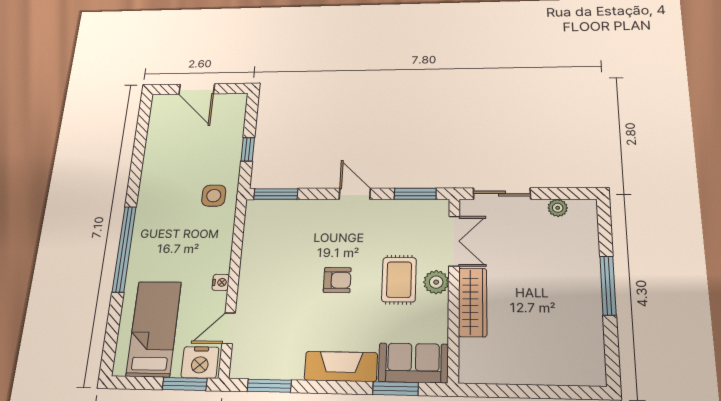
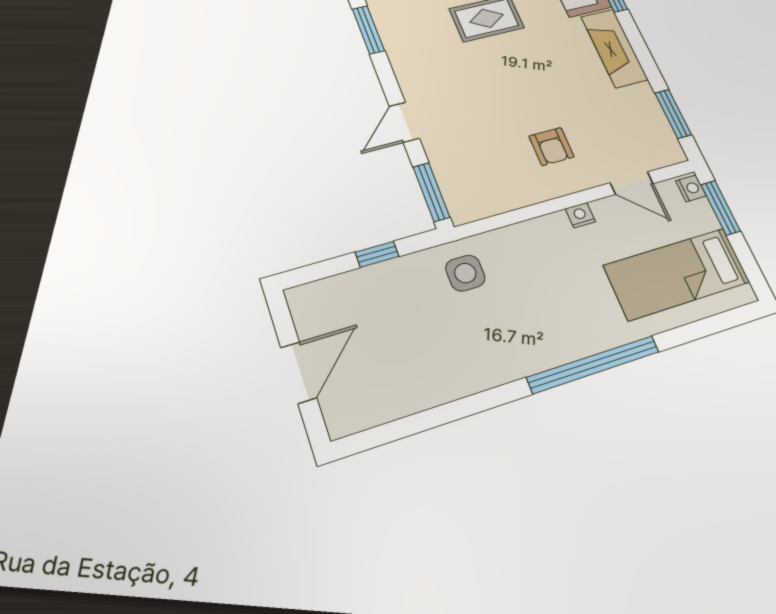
door: (355, 194) -> (404, 122), moved
armchair: (337, 280) -> (551, 146), moved, turned 180
nightstand: (200, 362) -> (691, 188), width x0.53, depth x0.56

